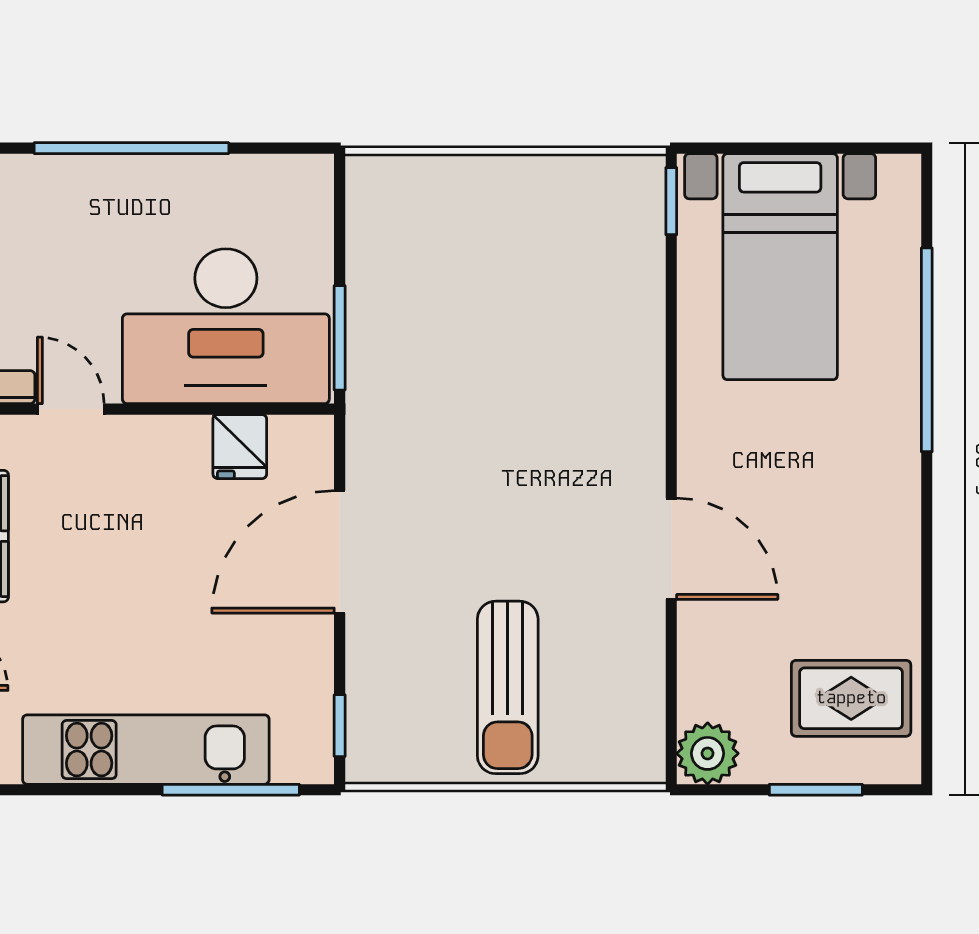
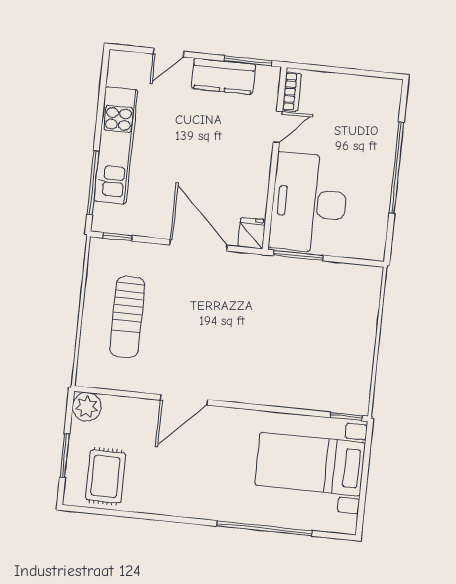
fridge: (240, 447) -> (252, 233), moved, turned 90
sun lounger: (508, 687) -> (127, 317), turned -90

